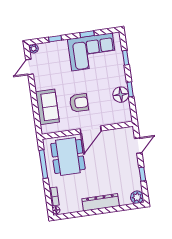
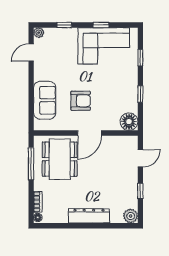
floor lamp: (121, 95) -> (129, 122), moved

